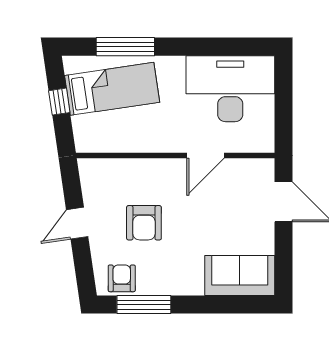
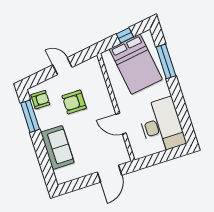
bed: (112, 89) -> (136, 64), width x1.50
sofa: (240, 275) -> (57, 147), moved

